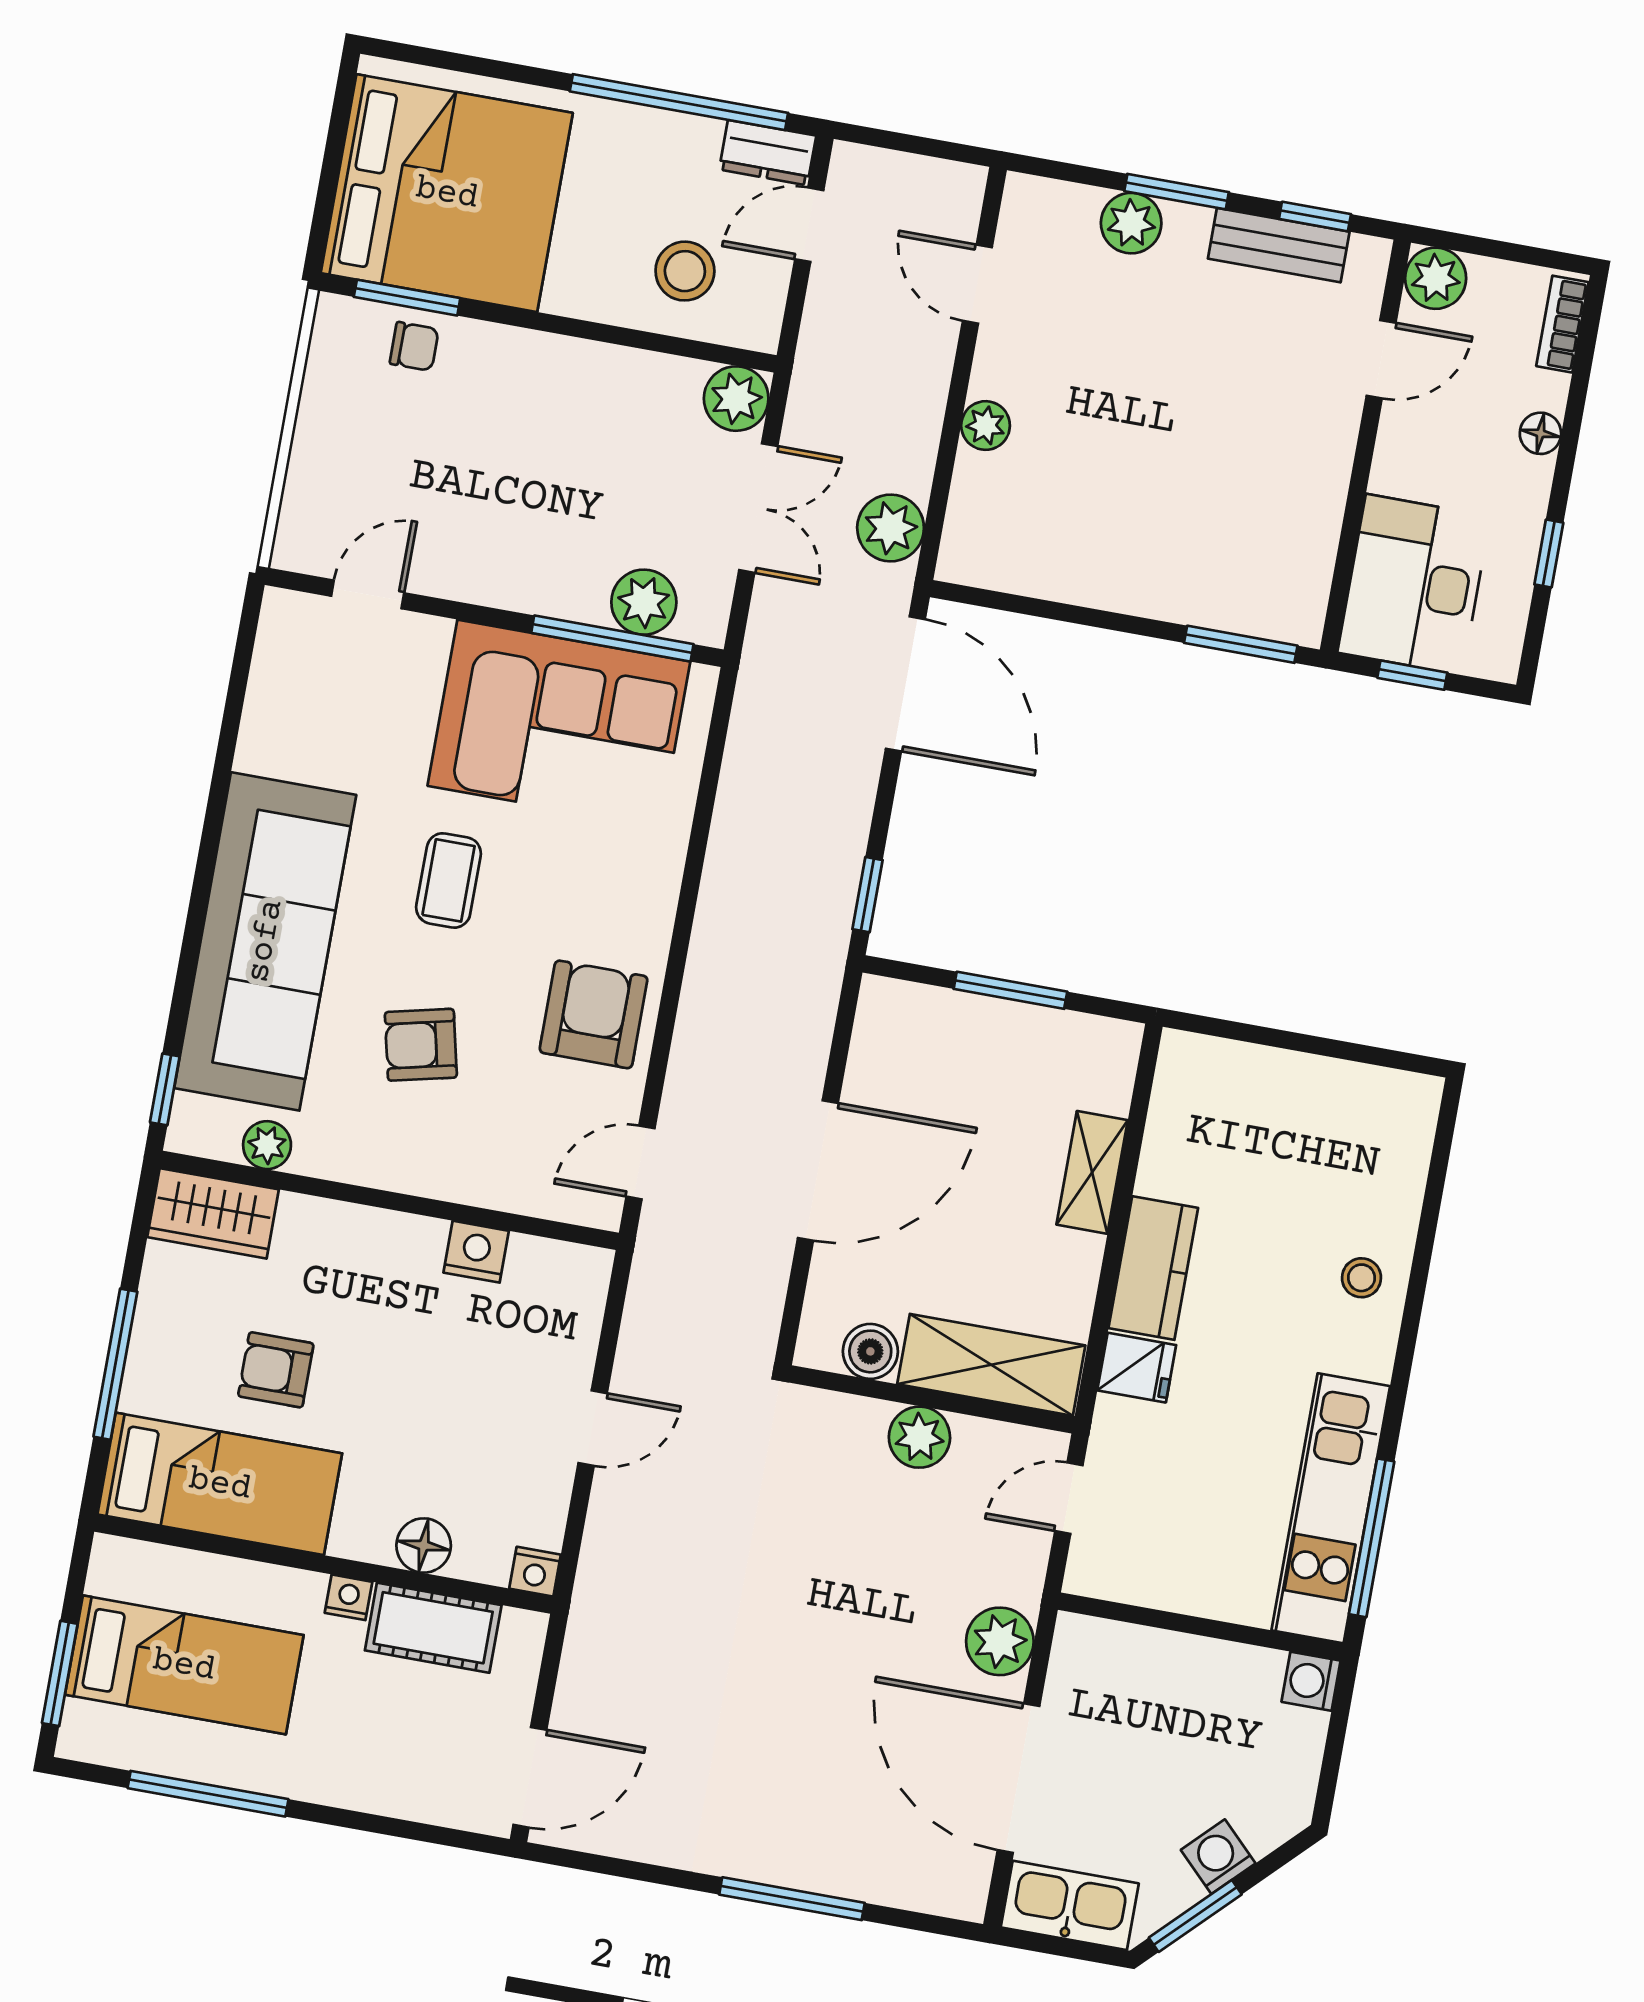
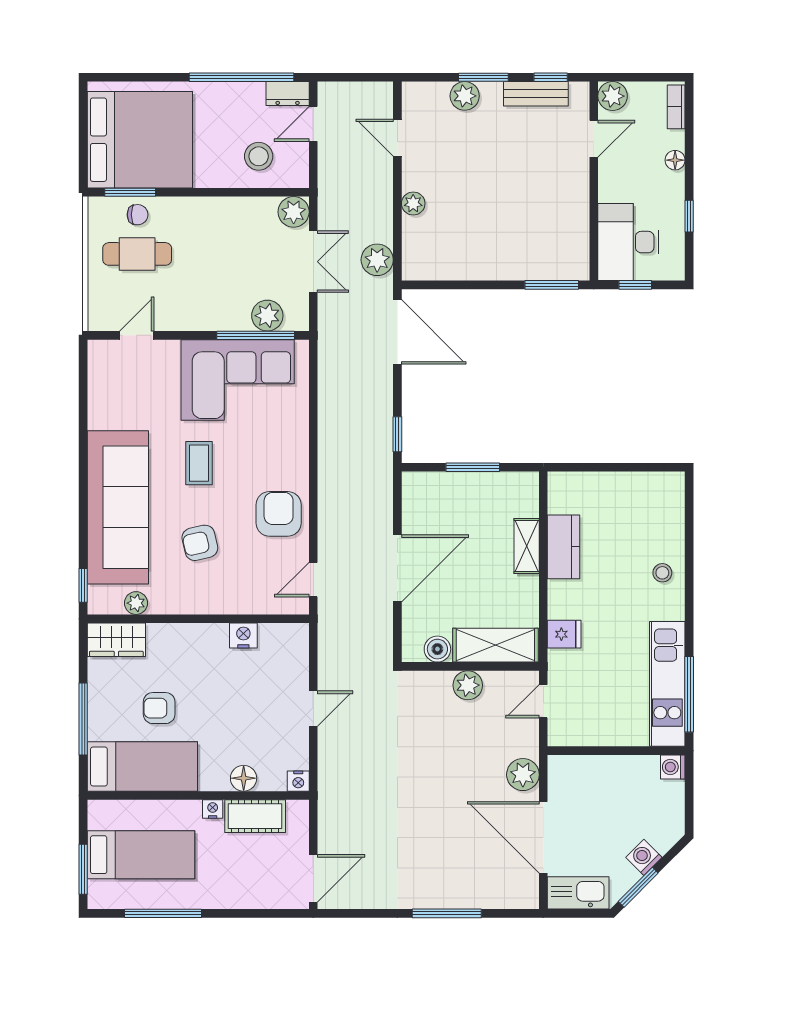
cafe table: (399, 427) -> (137, 254), added
kitchen counter: (1153, 1268) -> (564, 547), moved

